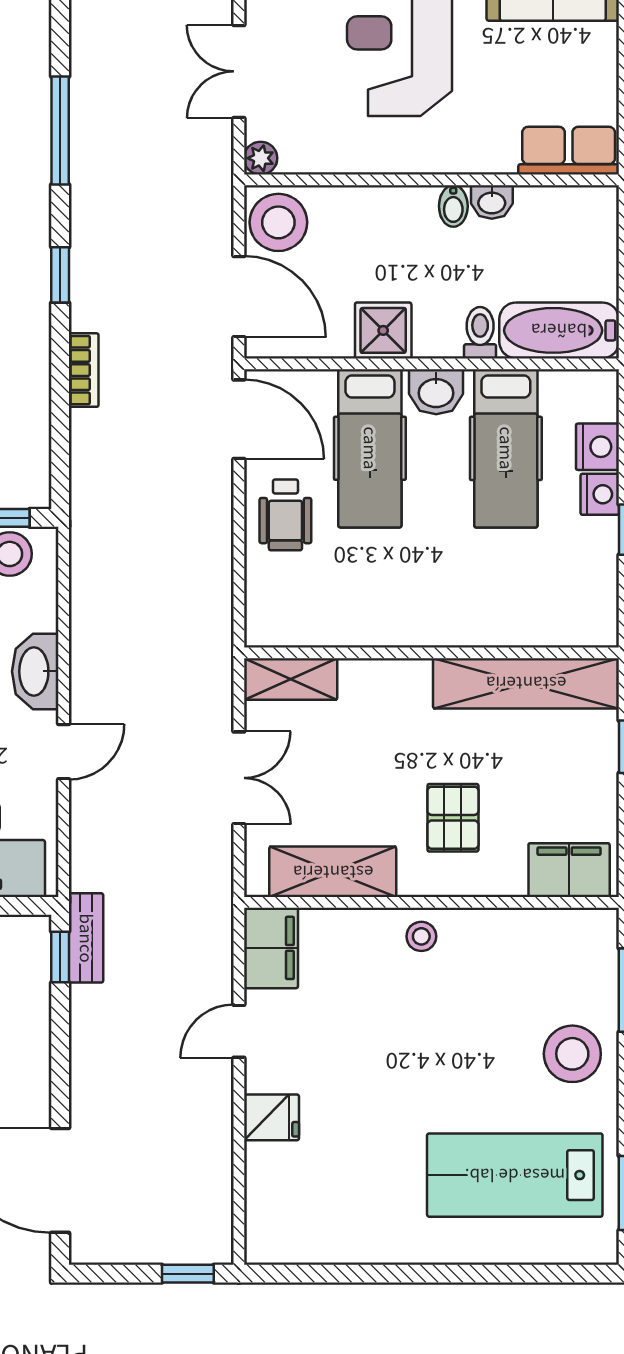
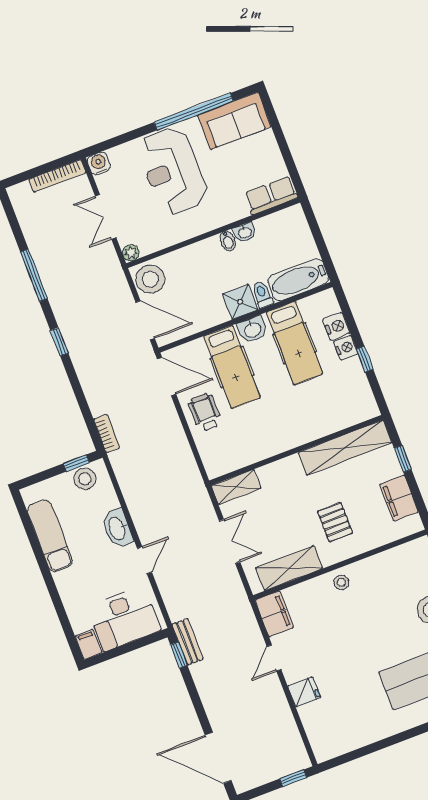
shower: (383, 330) -> (240, 302), moved
bookcase: (84, 370) -> (107, 434), moved
wheelchair: (285, 515) -> (205, 412), turned 180
filing cabinet: (569, 870) -> (399, 498), moved, turned -90

